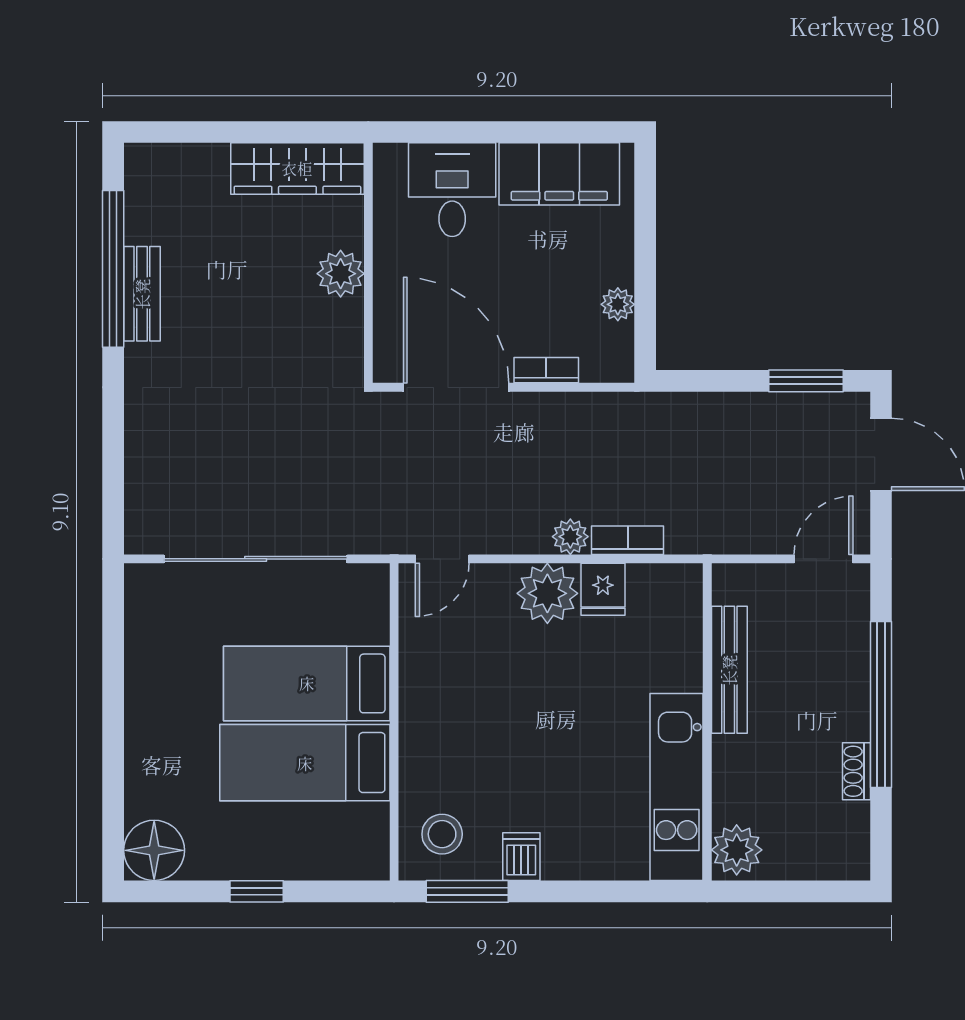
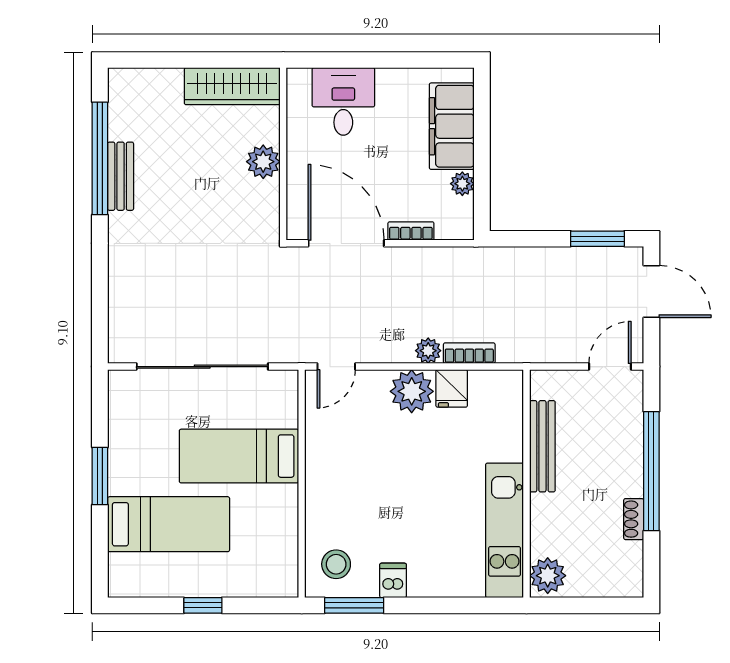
filing cabinet: (559, 174) -> (452, 126), moved, turned 90
window: (113, 711) -> (100, 476), added
bed: (305, 763) -> (169, 524), moved, turned 180
floor lamp: (154, 850) -> (129, 576), removed

